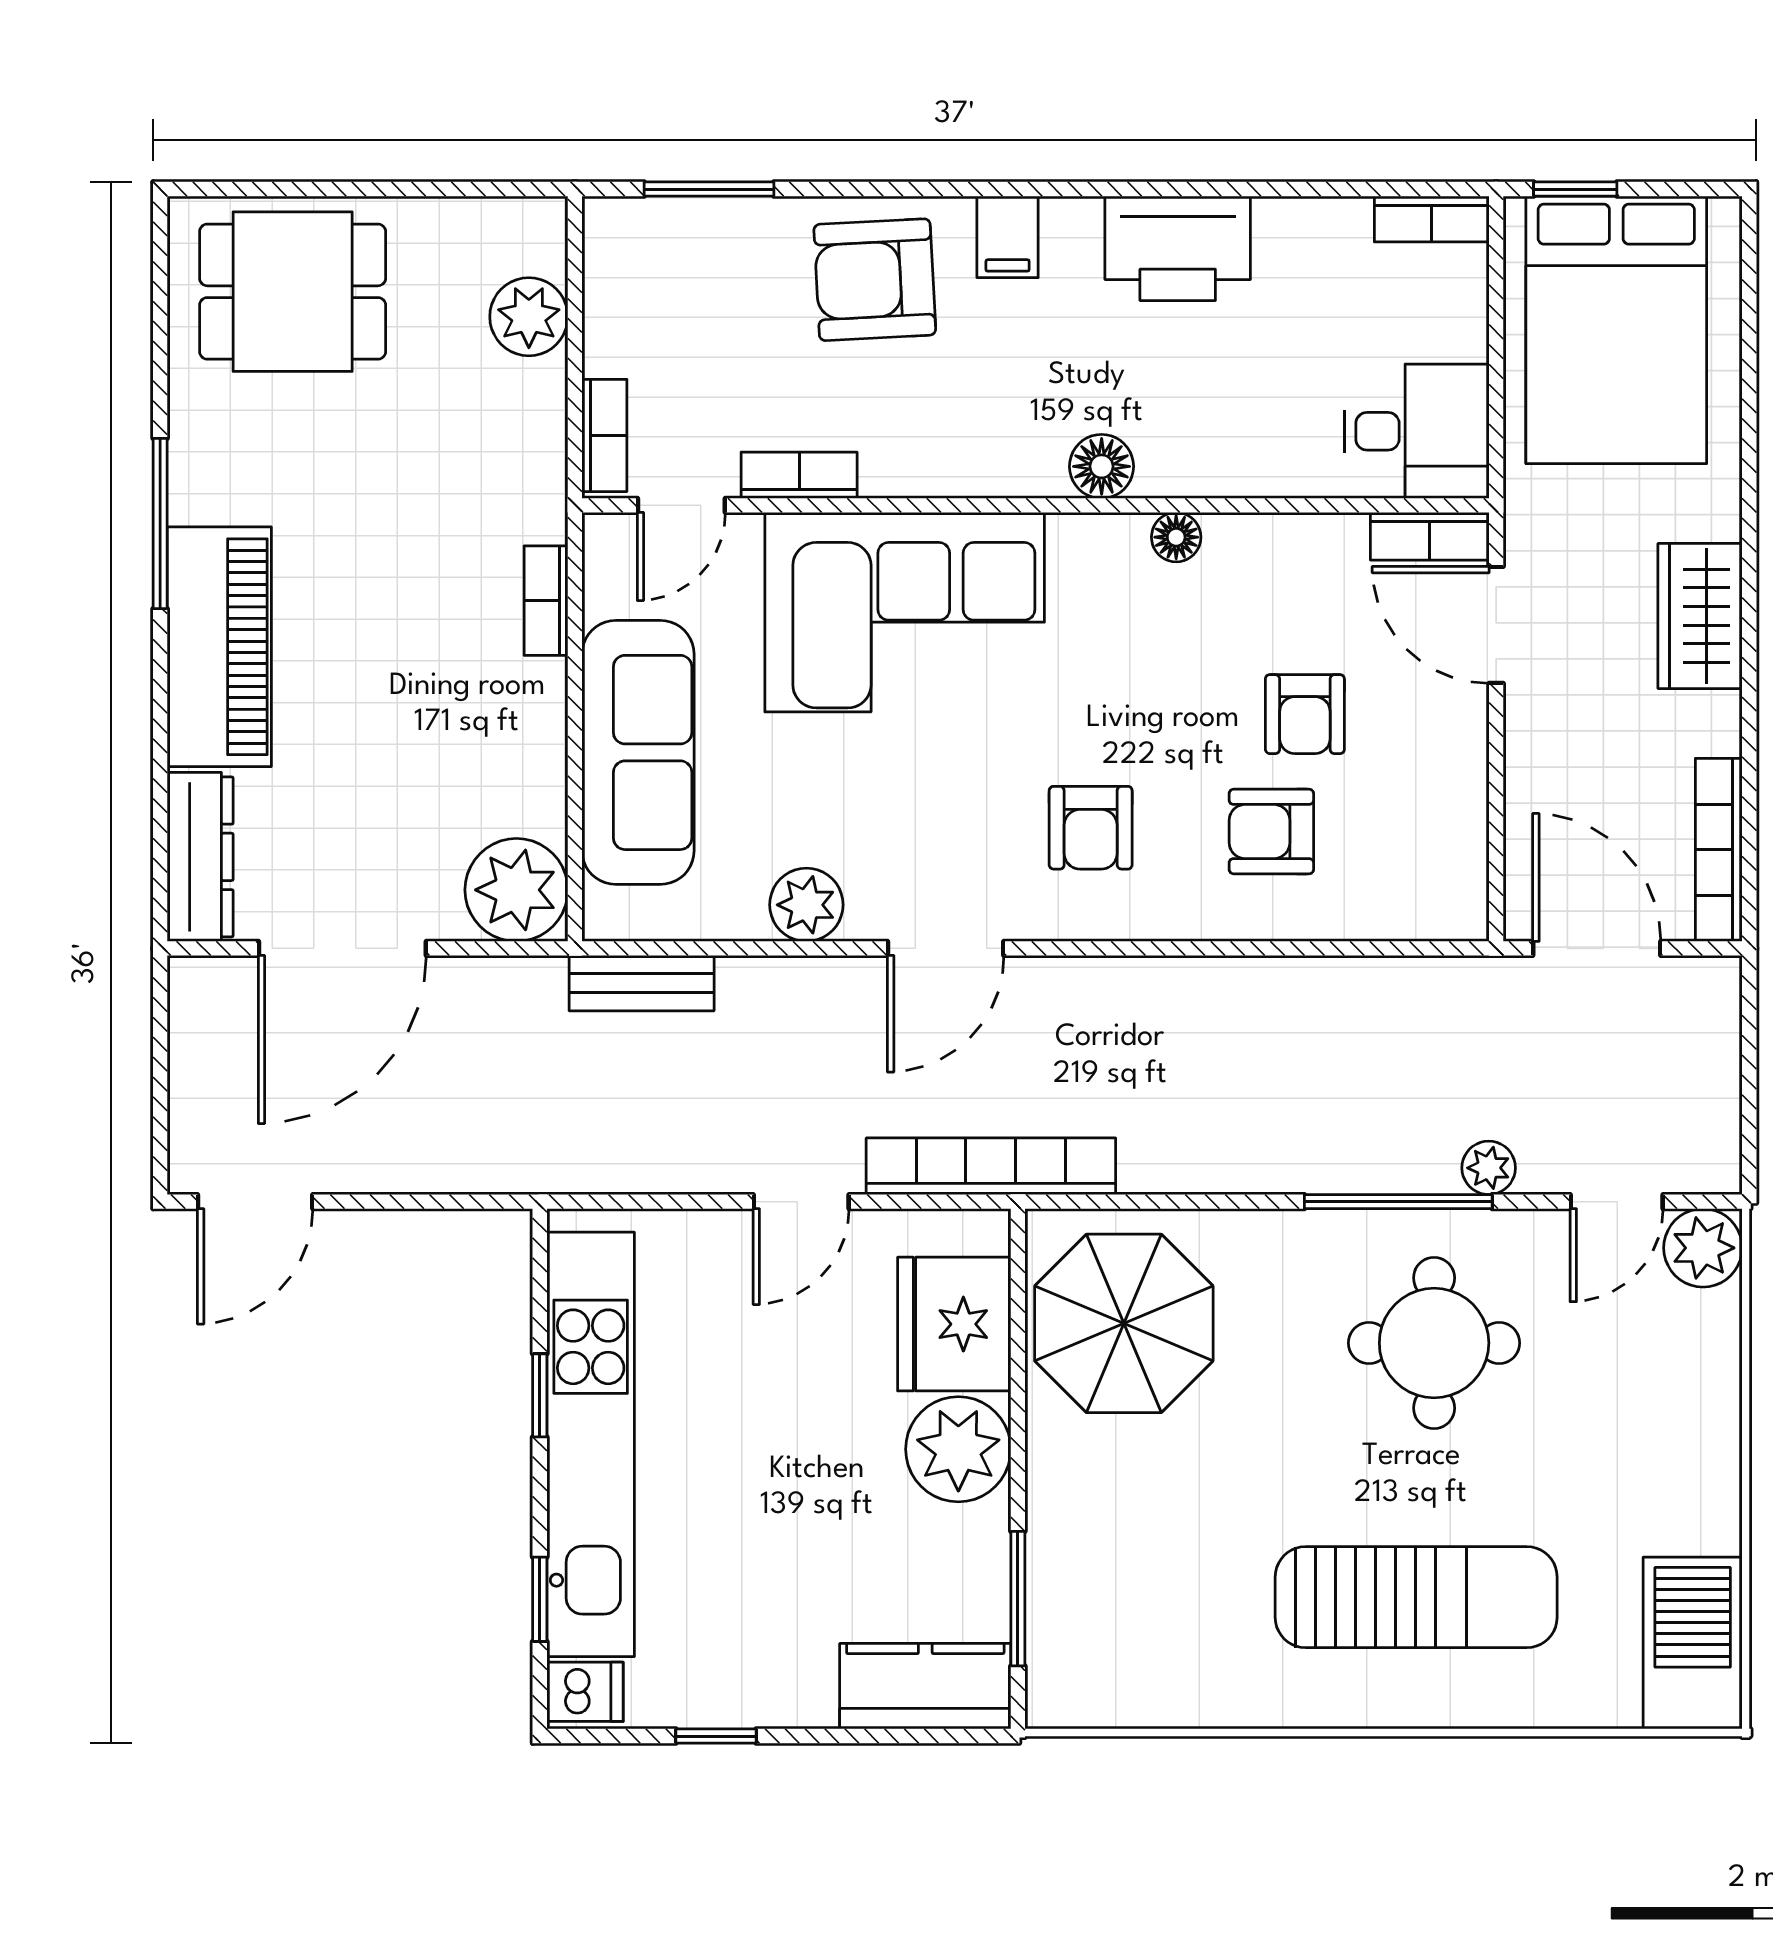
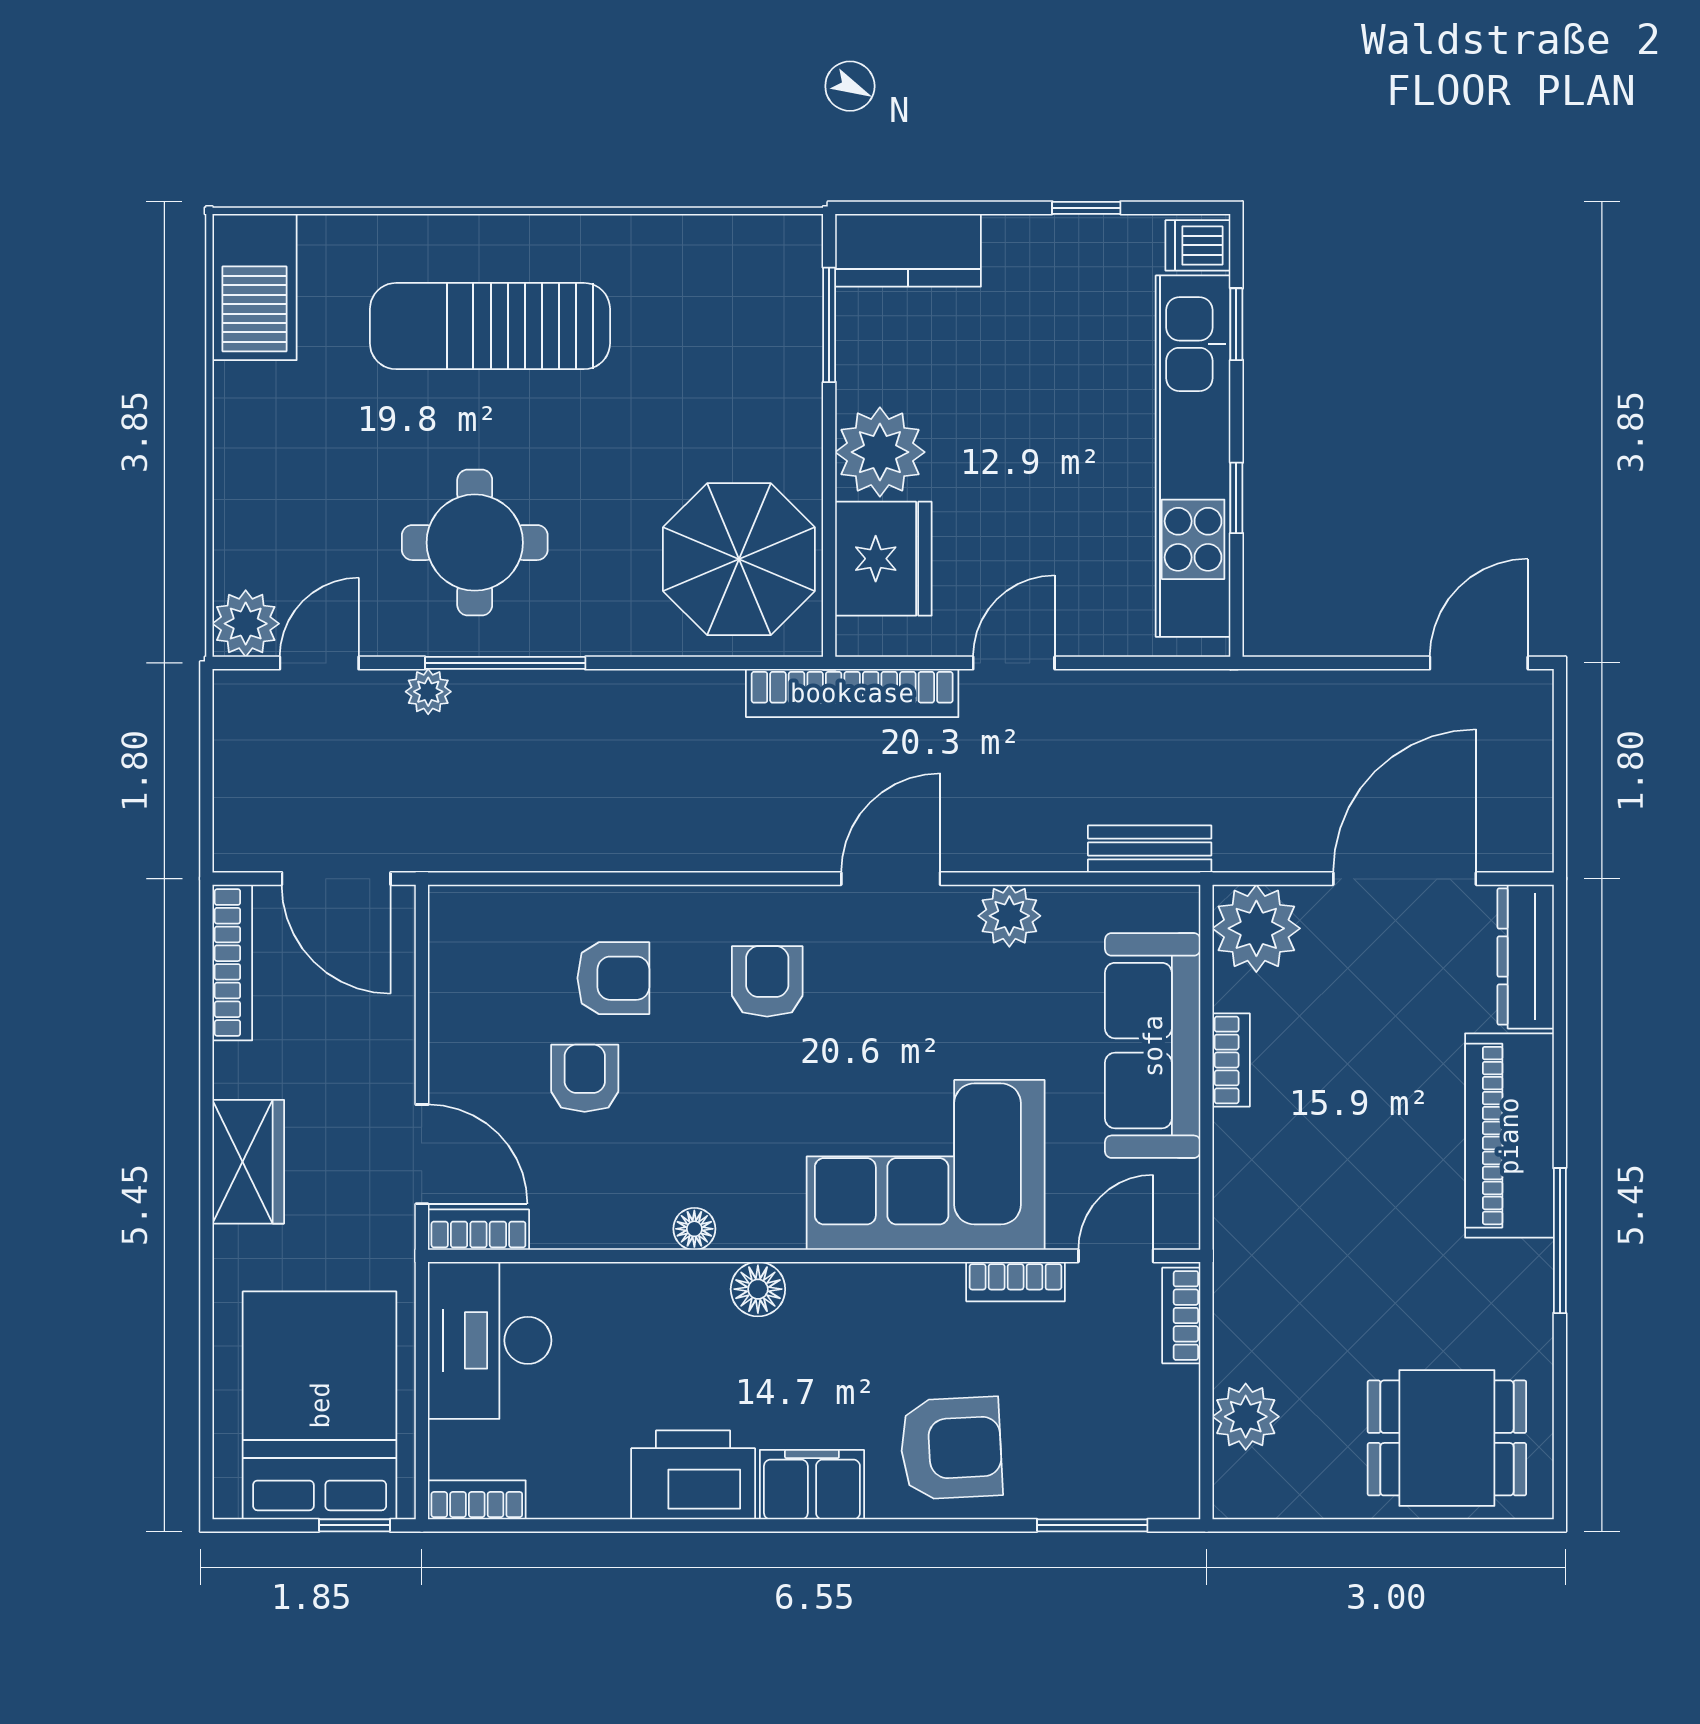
filing cabinet: (1008, 237) -> (812, 1485), width x2.00
desk: (1417, 431) -> (490, 1340), width x1.37
bookcase: (546, 601) -> (1231, 1060), moved

